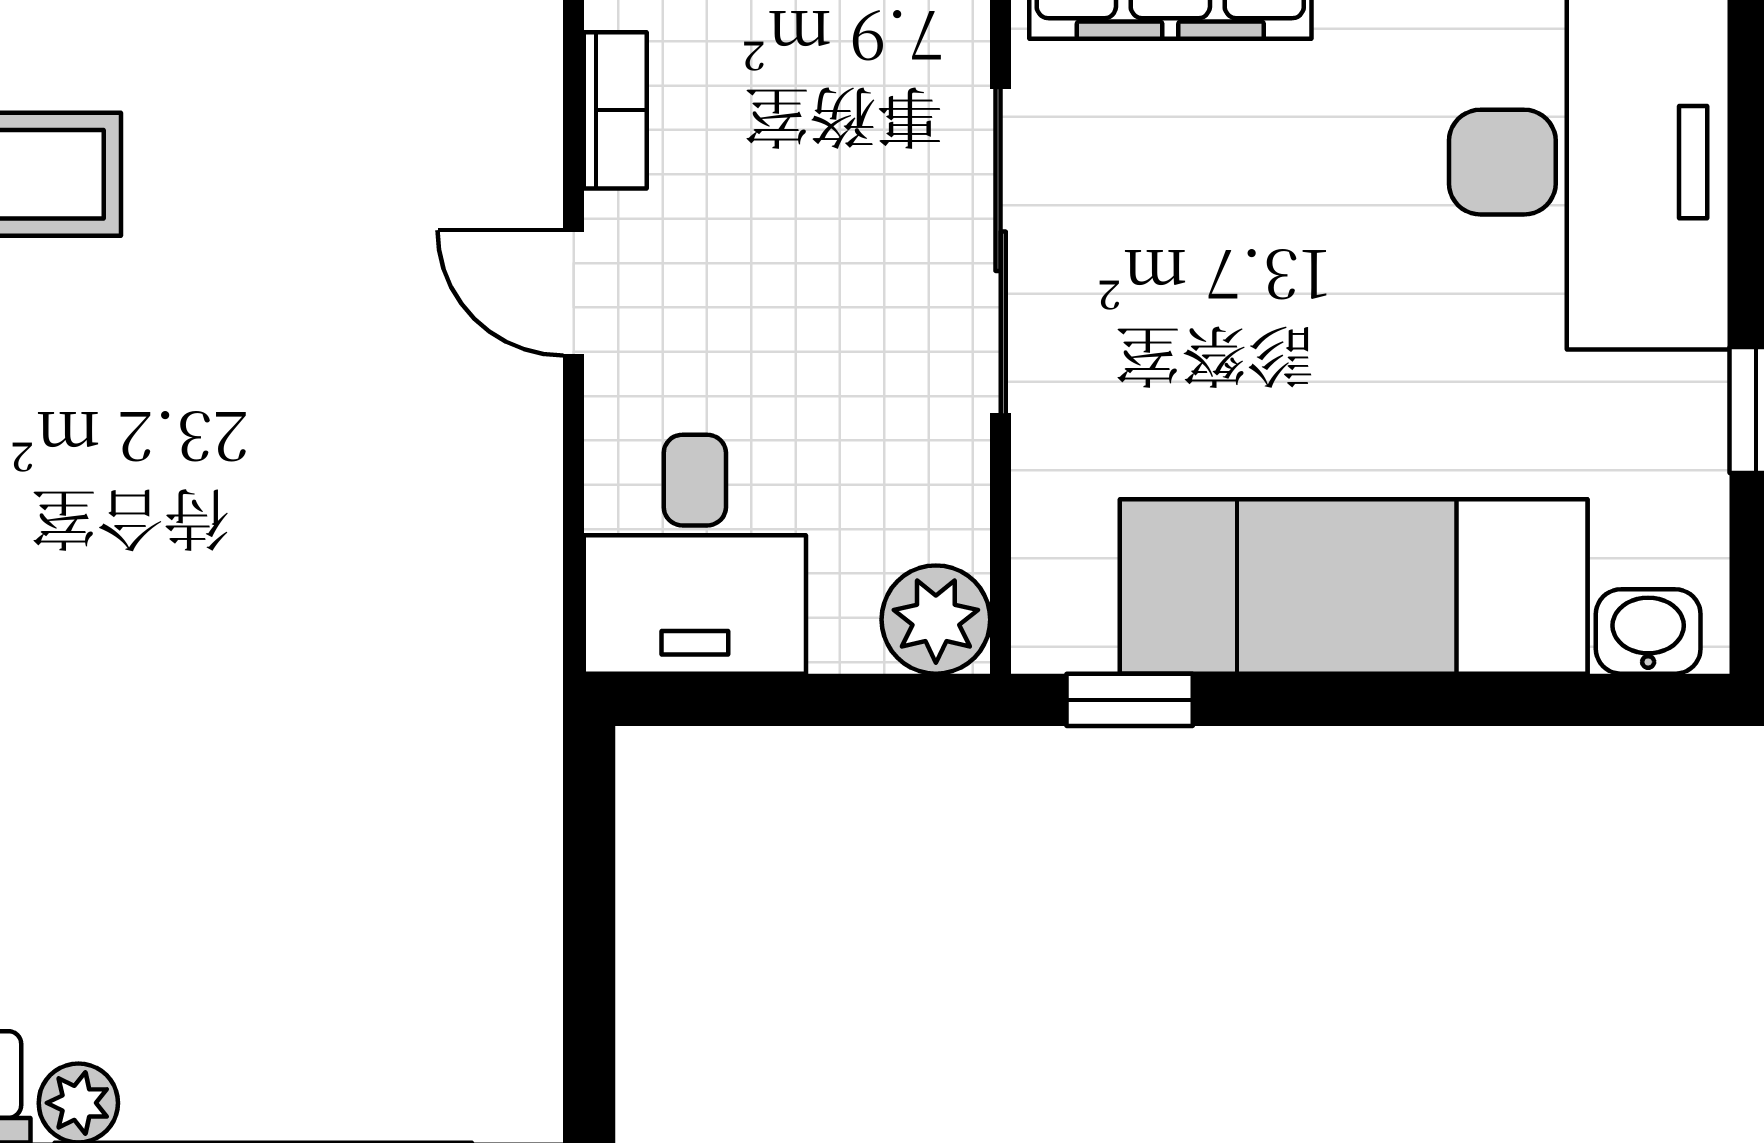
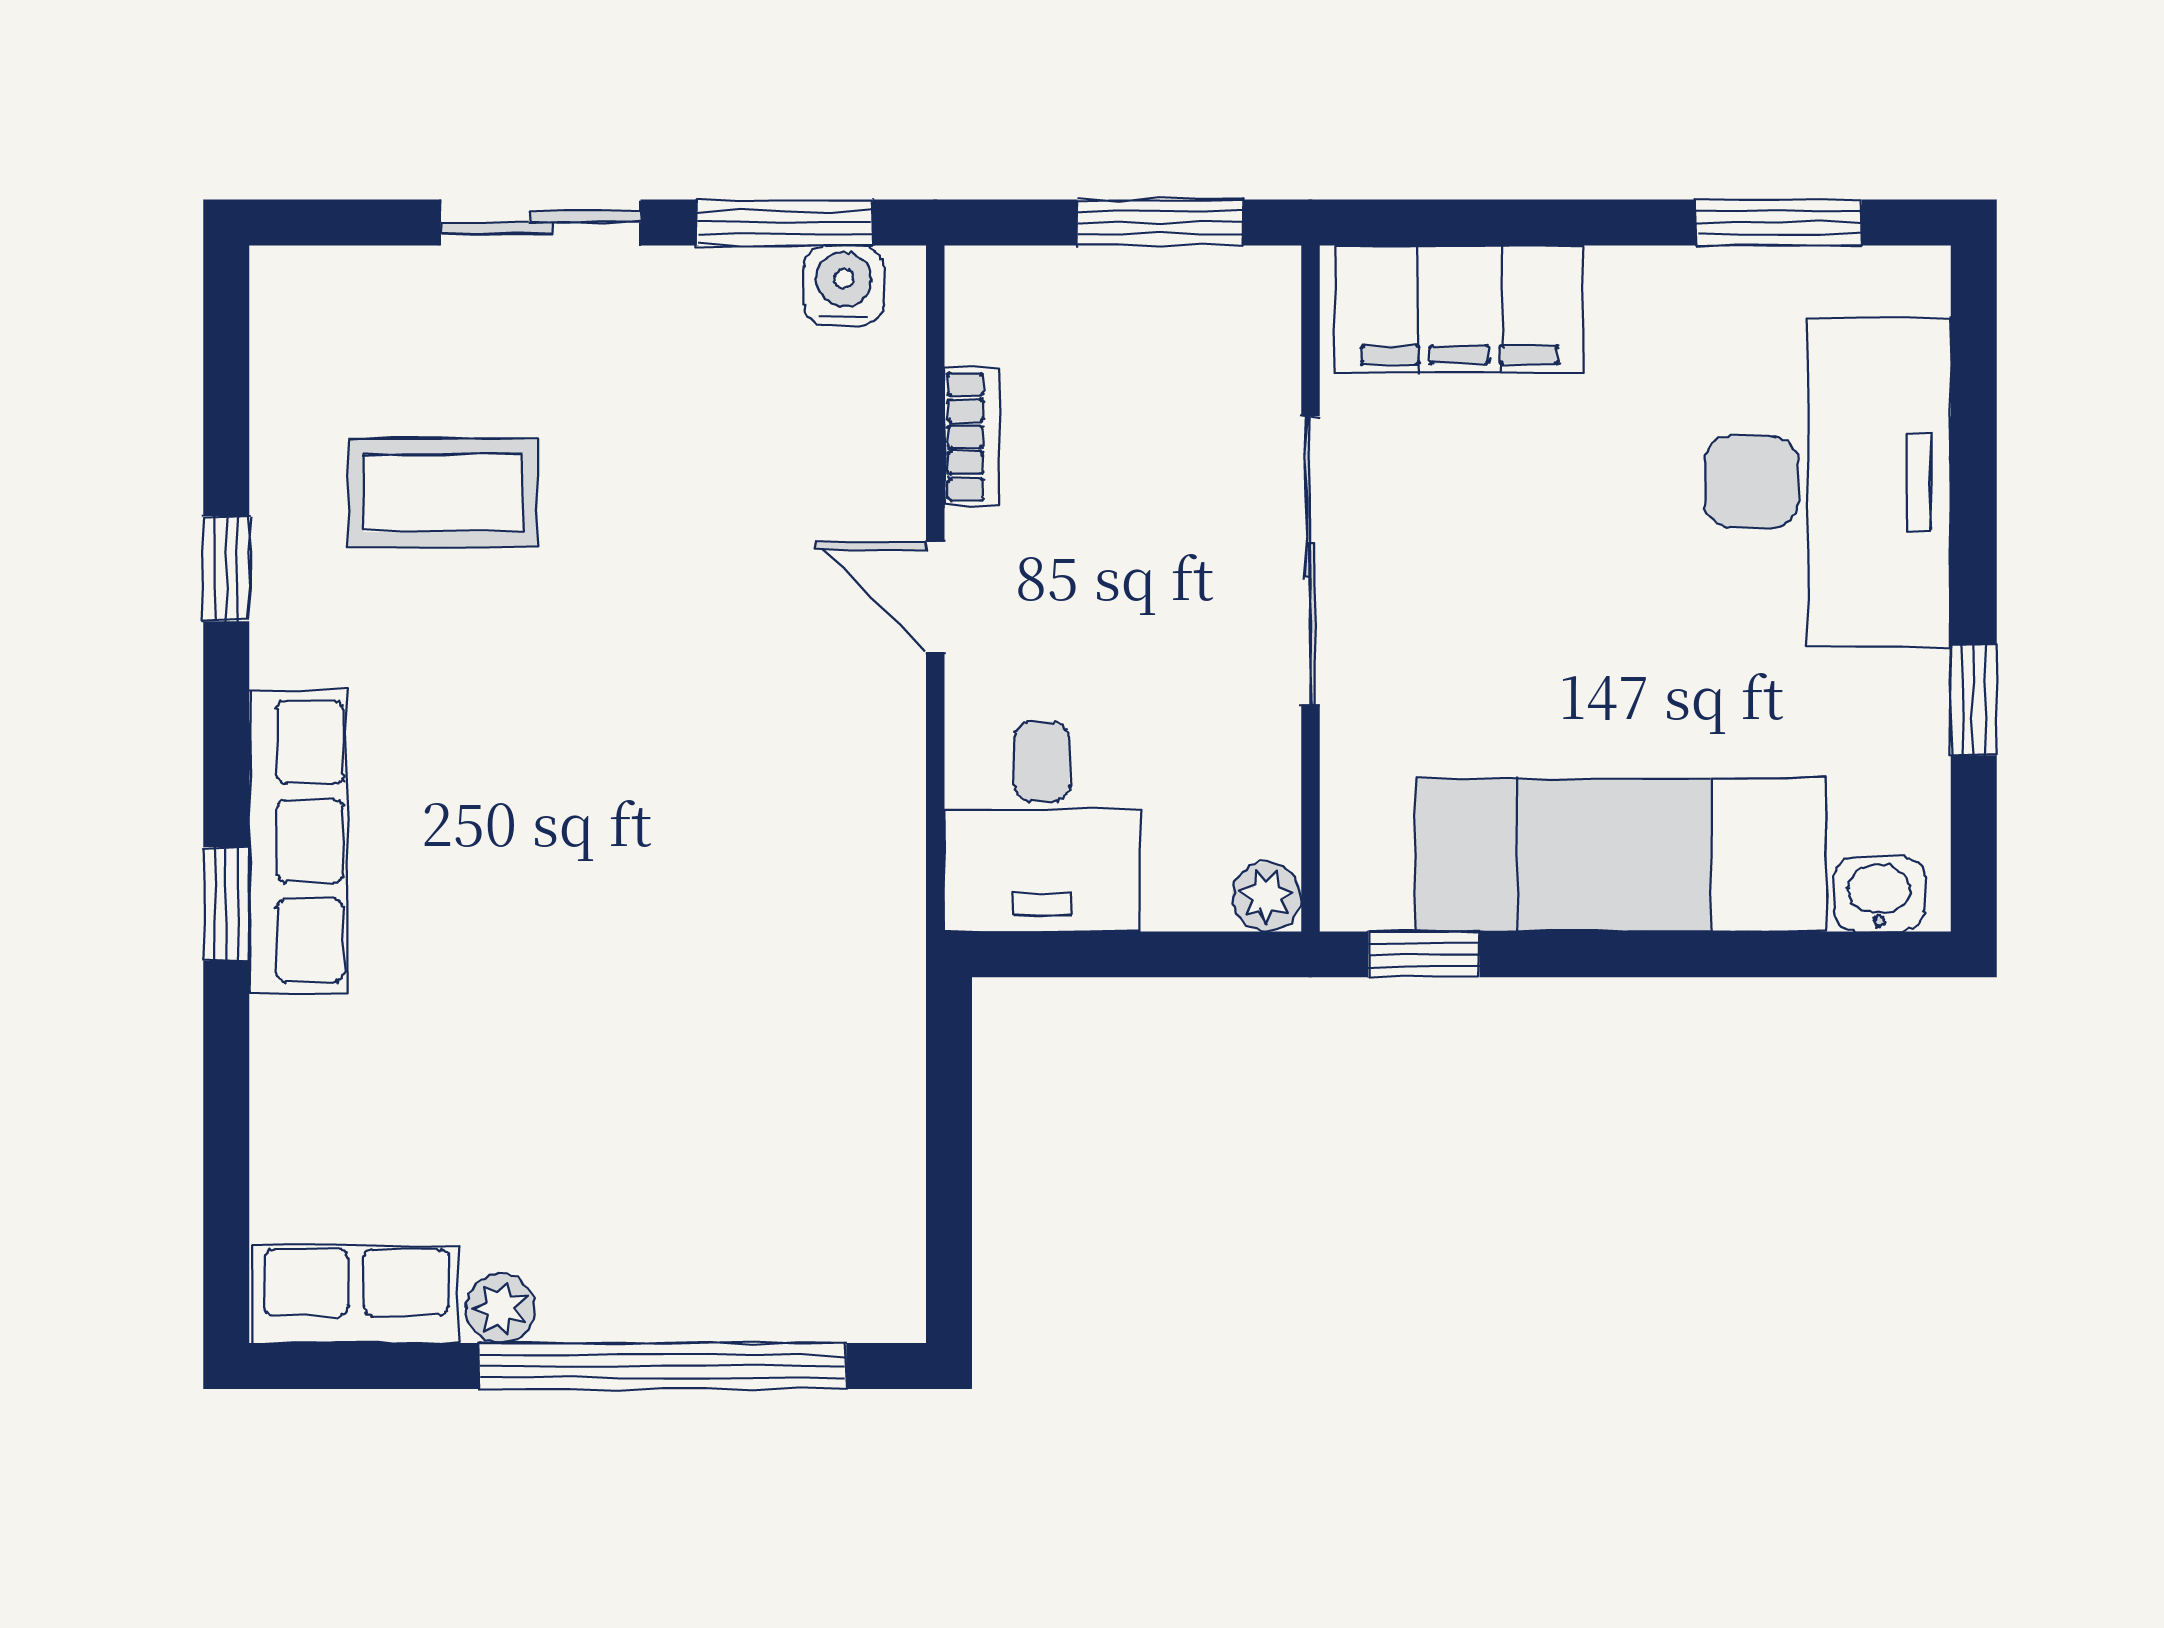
plant: (936, 620) -> (1267, 897), width x0.73, depth x0.73

